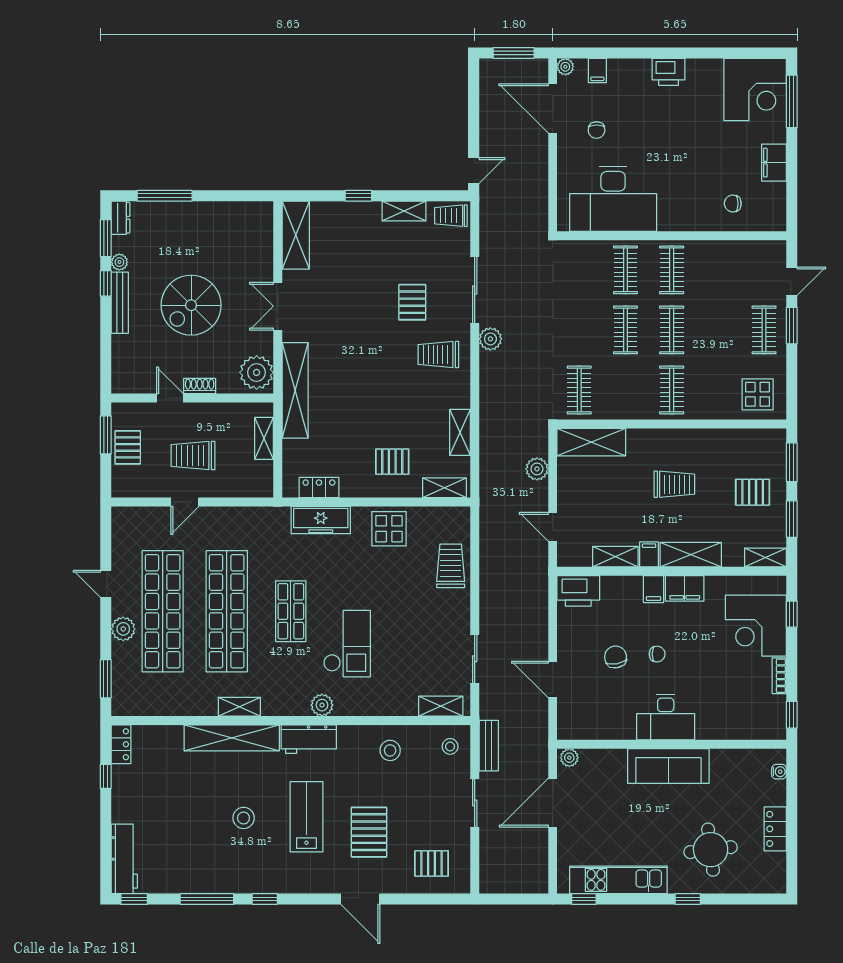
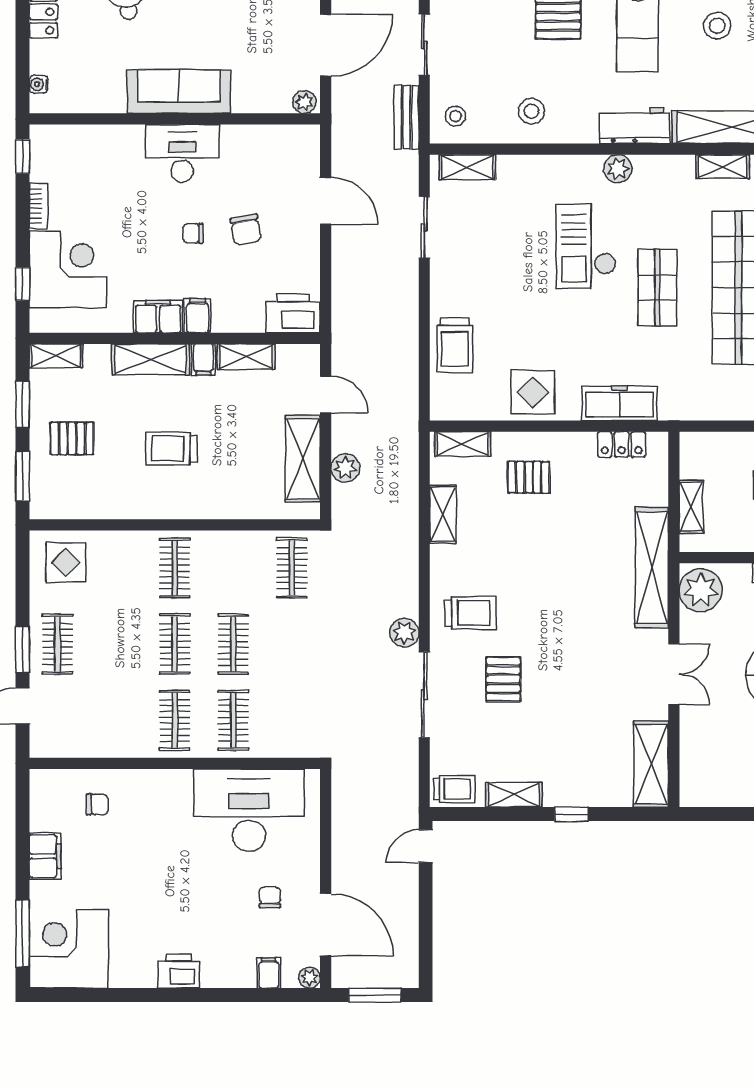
shelving: (591, 442) -> (303, 459), moved, turned 90

